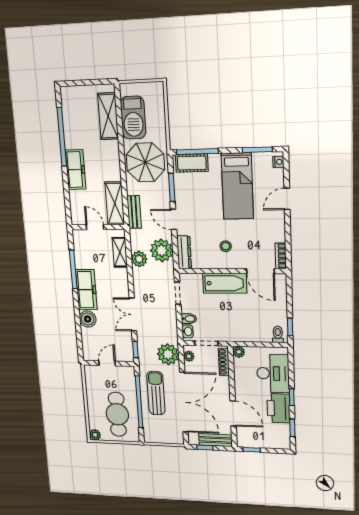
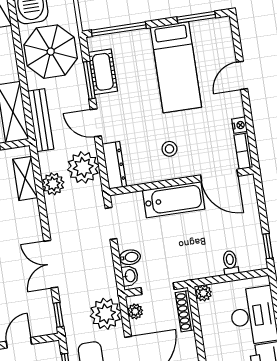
nightstand: (278, 162) -> (239, 125), moved
cot: (192, 163) -> (103, 72), moved, turned 90
bench: (134, 212) -> (41, 120), width x1.36
toilet: (278, 334) -> (230, 263), moved

